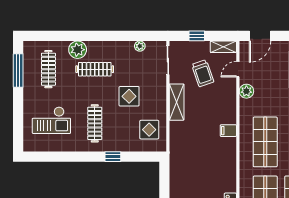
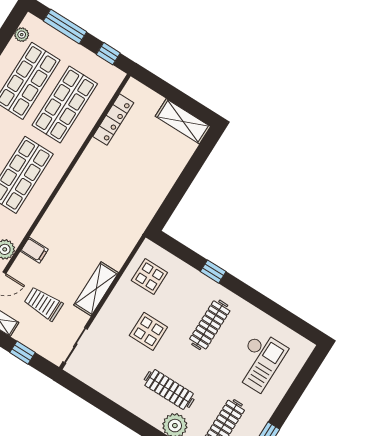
plant: (140, 46) -> (98, 383), removed
trolley: (203, 73) -> (43, 304), turned -71
checkout: (51, 120) -> (259, 361), turned 90
filing cabinet: (228, 131) -> (34, 250), moved

